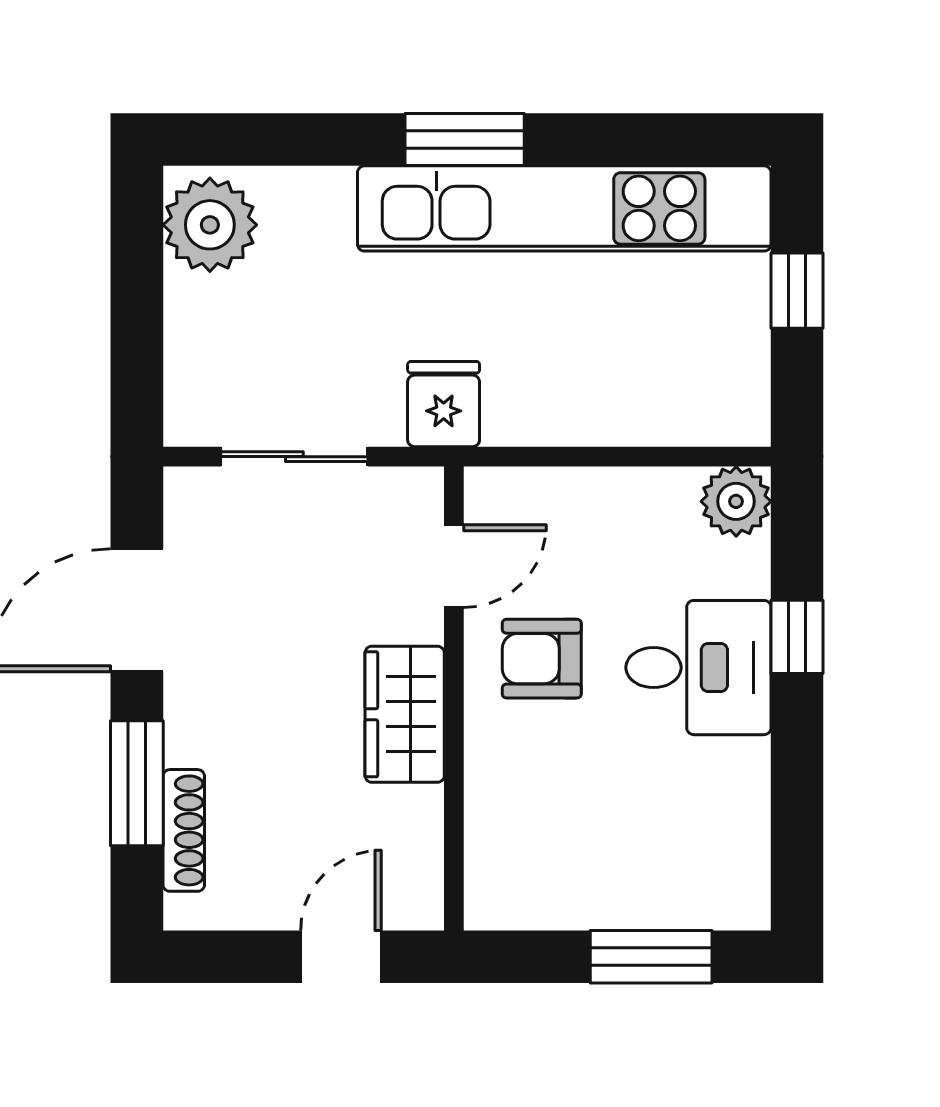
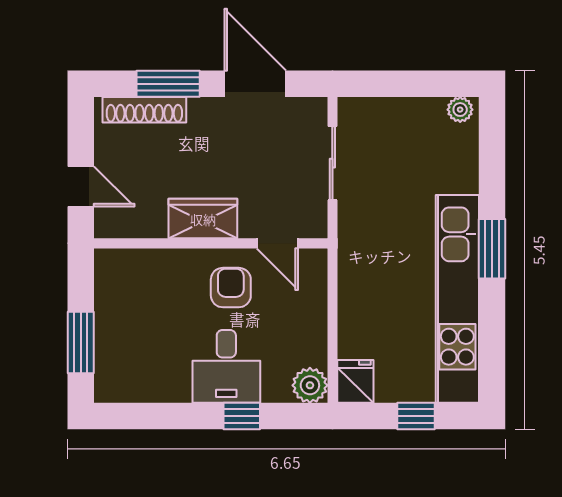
plant: (210, 225) -> (460, 110), width x0.53, depth x0.53
fridge: (444, 404) -> (355, 381), moved, turned -90
shoe rack: (184, 830) -> (144, 110), width x1.36, depth x1.24

